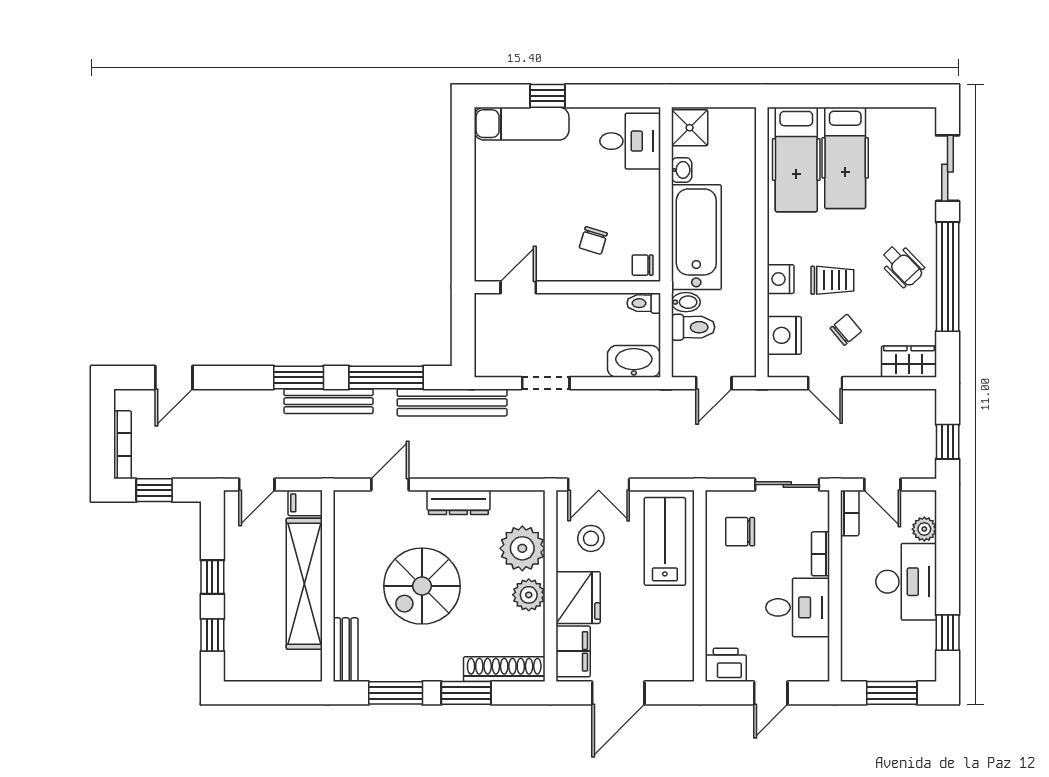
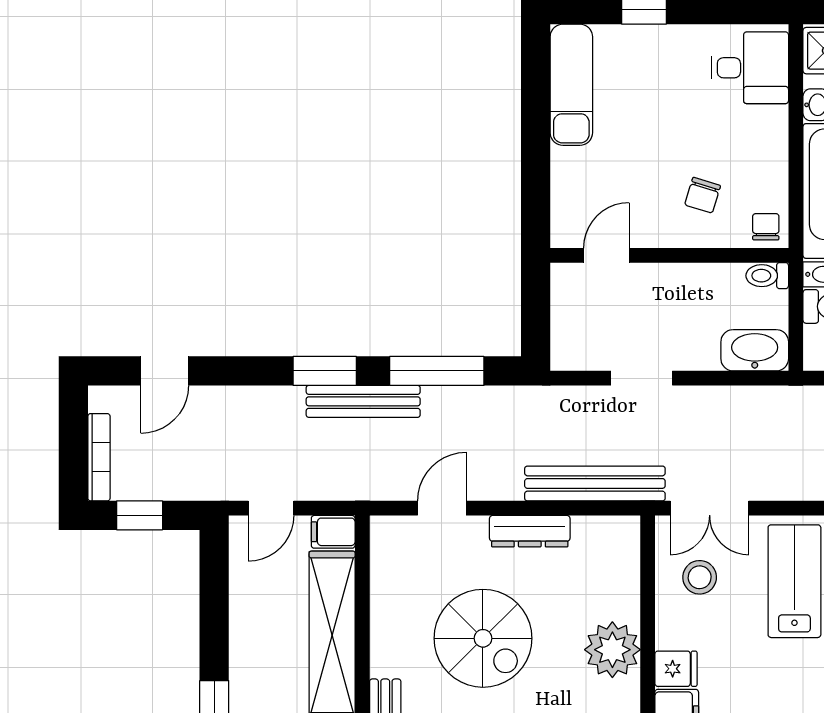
exam couch: (522, 124) -> (571, 85), moved, turned -90
chair: (643, 265) -> (766, 227), turned 90
bench: (452, 402) -> (595, 483), moved
plant: (522, 548) -> (612, 590), removed
window: (212, 577) -> (214, 627), removed
spiral stairs: (422, 586) -> (483, 638), turned -90
plant: (529, 595) -> (612, 650), width x1.36, depth x1.36
fridge: (578, 598) -> (676, 669), width x0.53, depth x0.75

